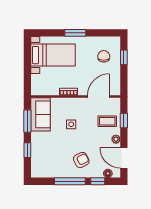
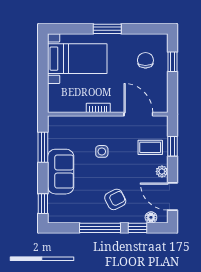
door: (98, 96) -> (138, 114), hinge flipped
sofa: (41, 114) -> (61, 172), moved
window: (27, 150) -> (43, 204), moved

